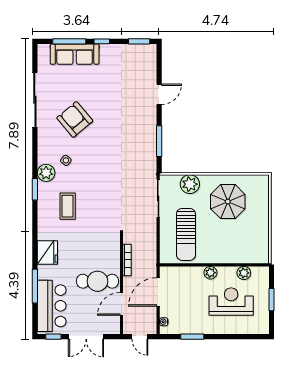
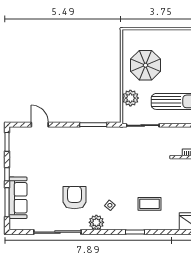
door: (159, 94) -> (40, 125), moved
armchair: (75, 119) -> (74, 198), turned 130
plant: (46, 173) -> (96, 222), moved

